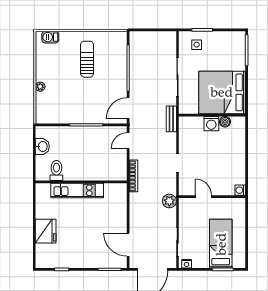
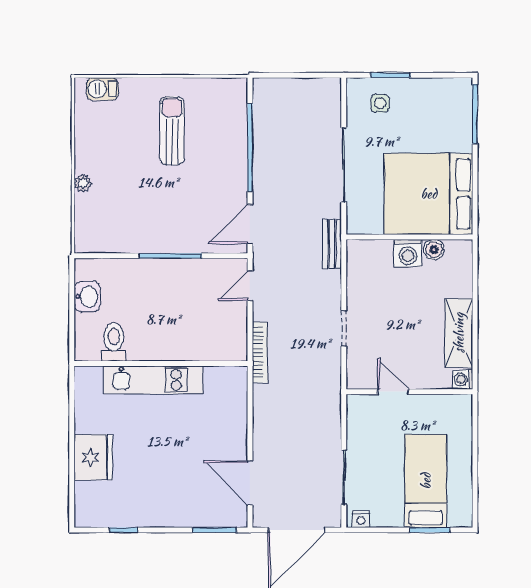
shelving: (238, 166) -> (459, 333), added
plant: (169, 201) -> (328, 400), removed

